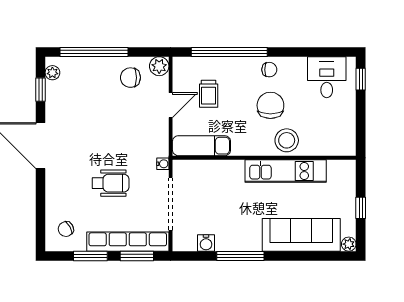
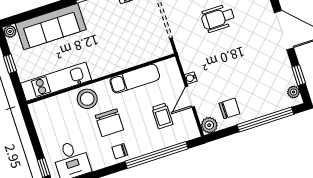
trolley: (209, 94) -> (162, 116), turned 180
exam couch: (201, 146) -> (135, 79), moved
water cooler: (163, 164) -> (191, 78), moved
kitchen unit: (286, 171) -> (56, 82), moved

